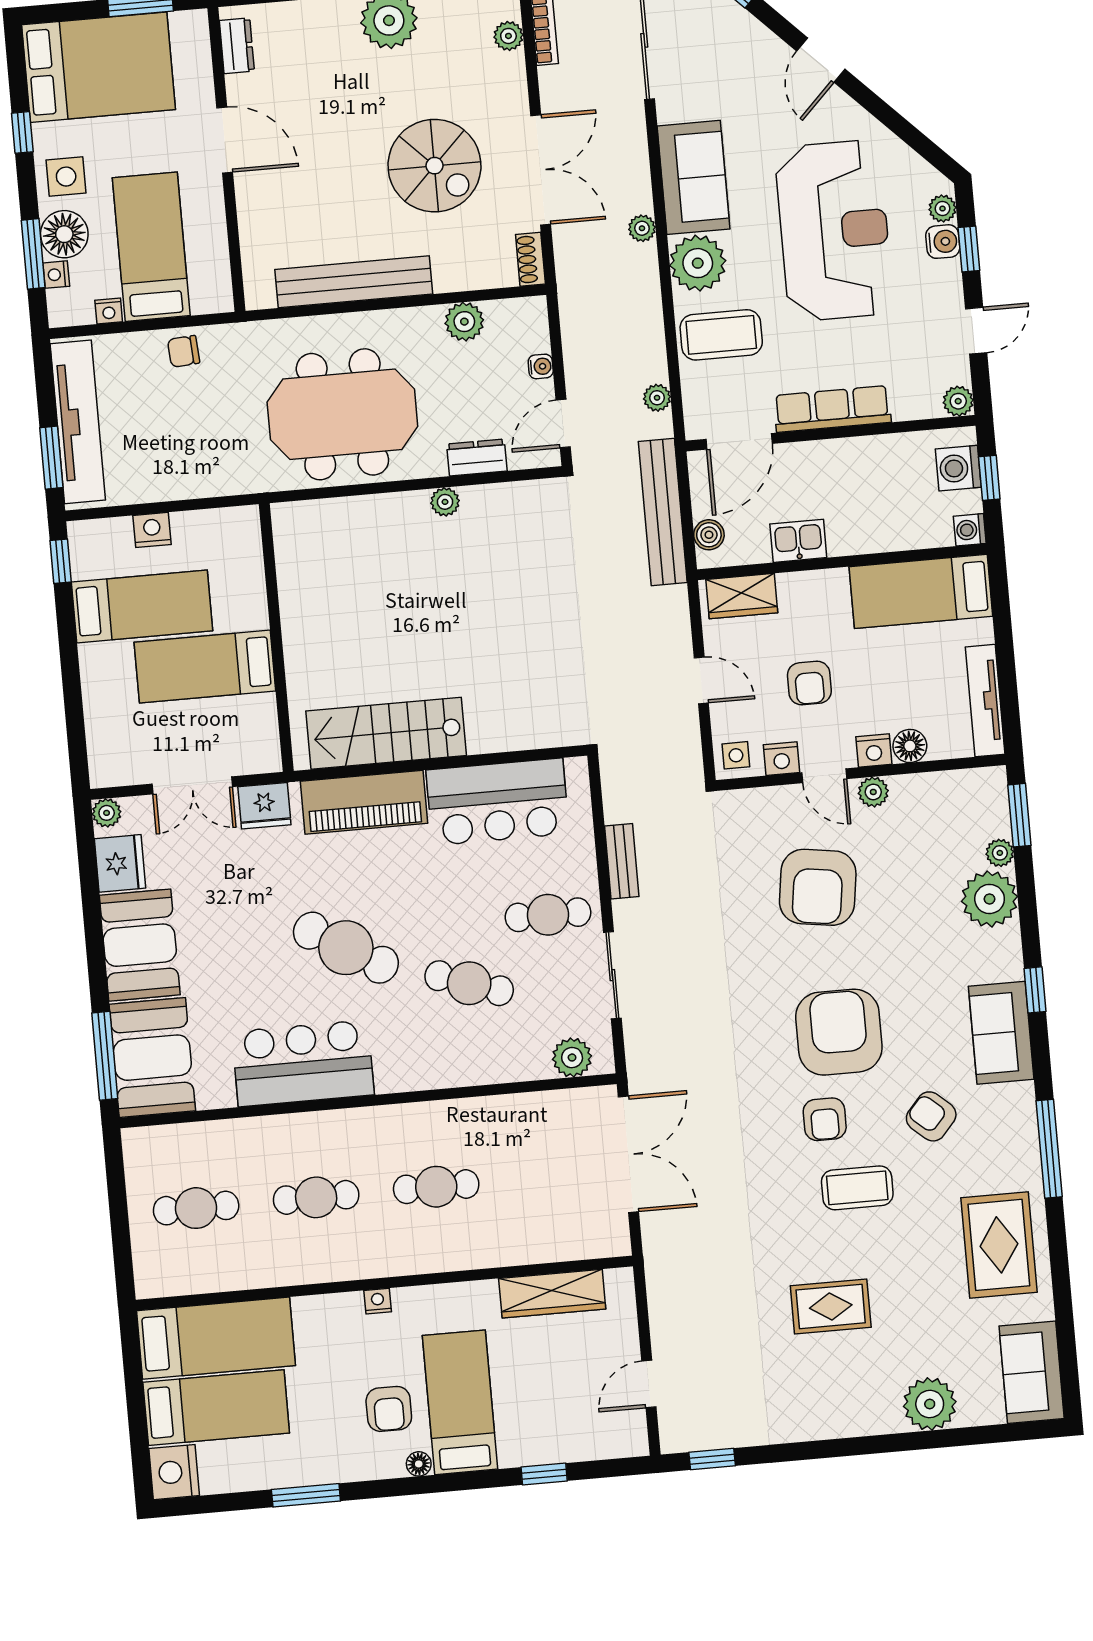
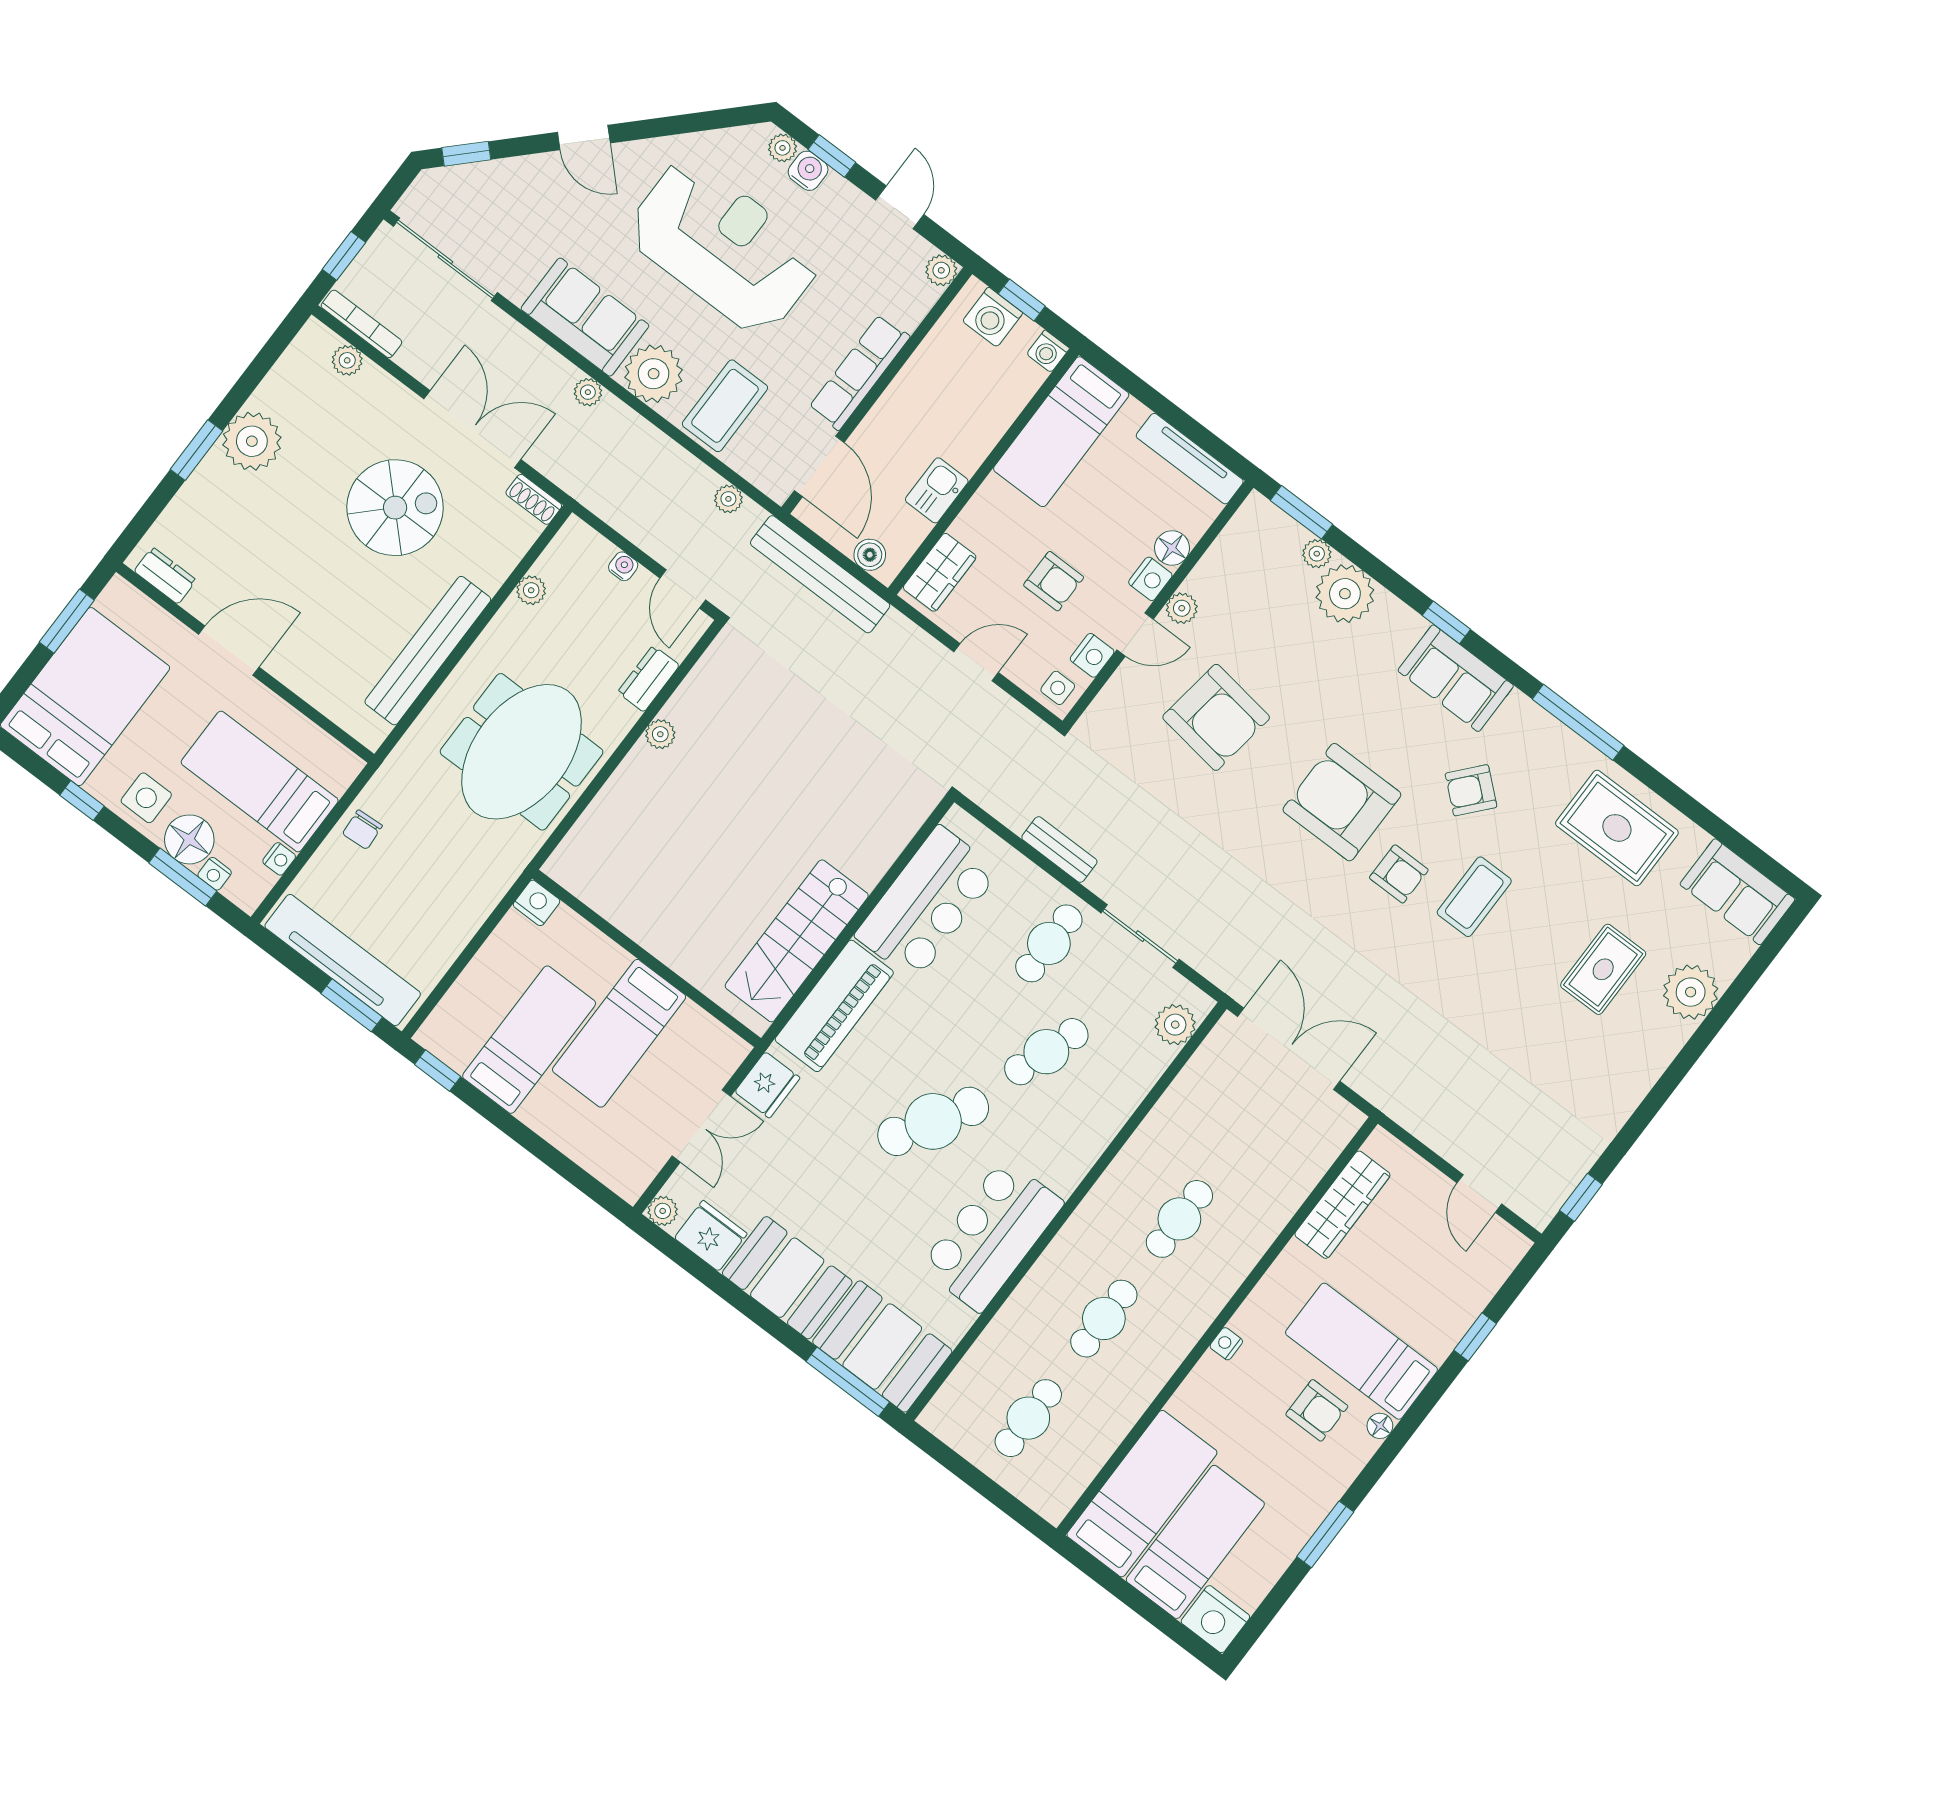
plant: (464, 322) -> (531, 590), width x0.73, depth x0.73
nightstand: (152, 530) -> (536, 903), moved, turned 90
rug: (831, 1306) -> (1603, 969), moved

